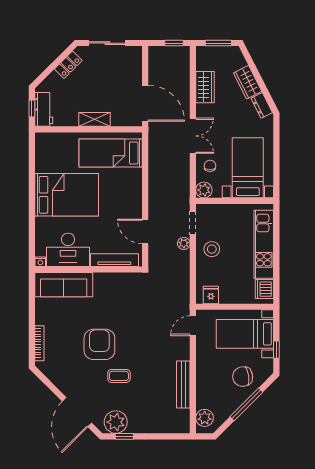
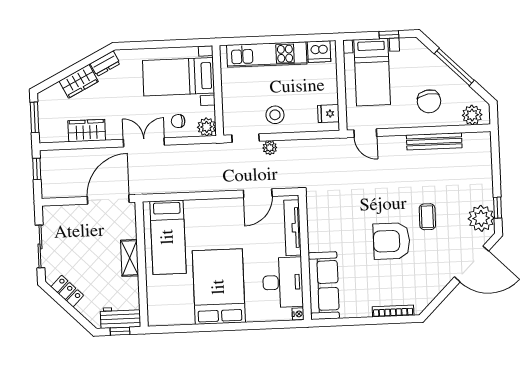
chair: (243, 377) -> (429, 101), moved

